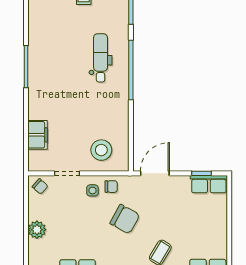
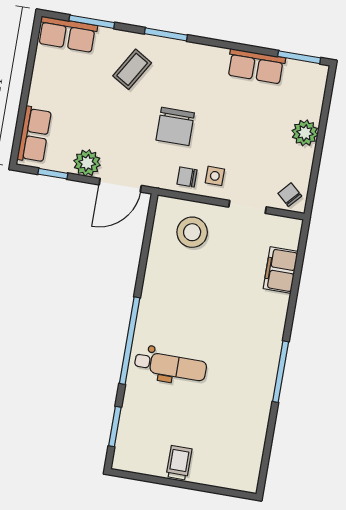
dental chair: (100, 58) -> (171, 366), turned -90
row of seats: (209, 184) -> (34, 135), moved, turned 90
plant: (180, 185) -> (87, 163), added
chair: (125, 219) -> (175, 126), turned -119

